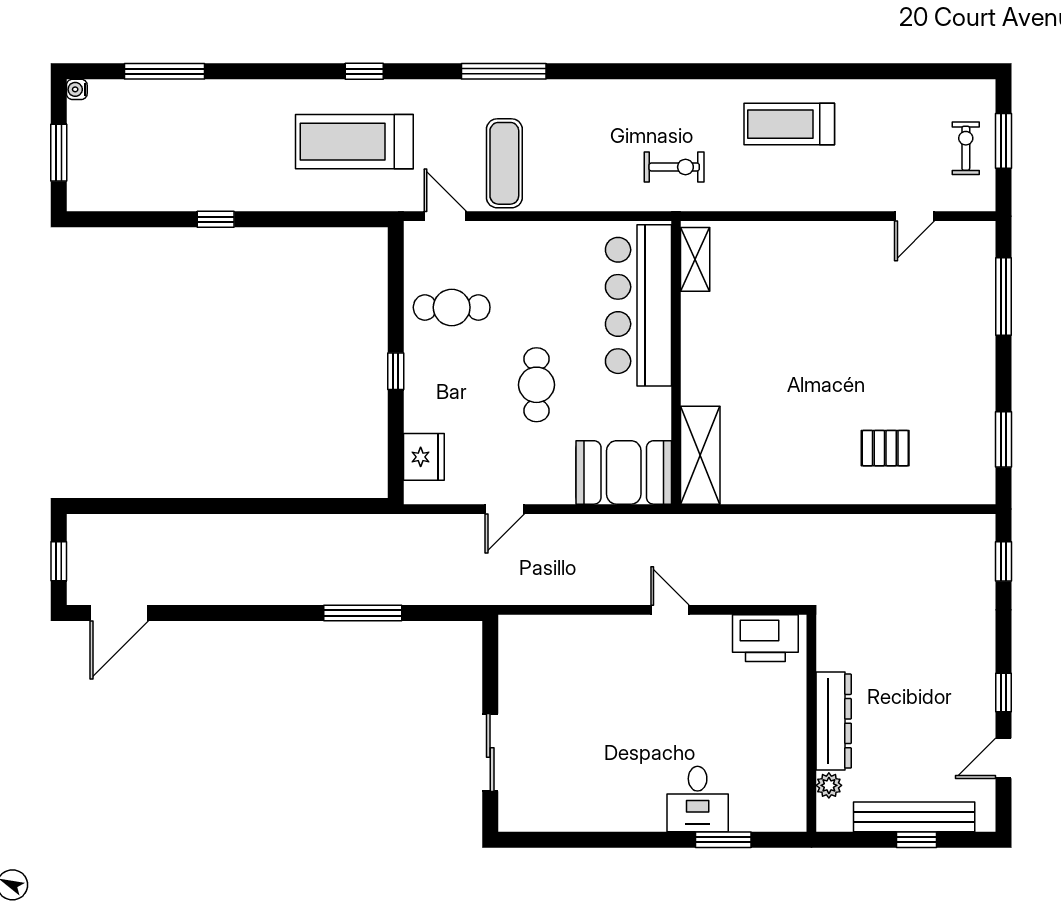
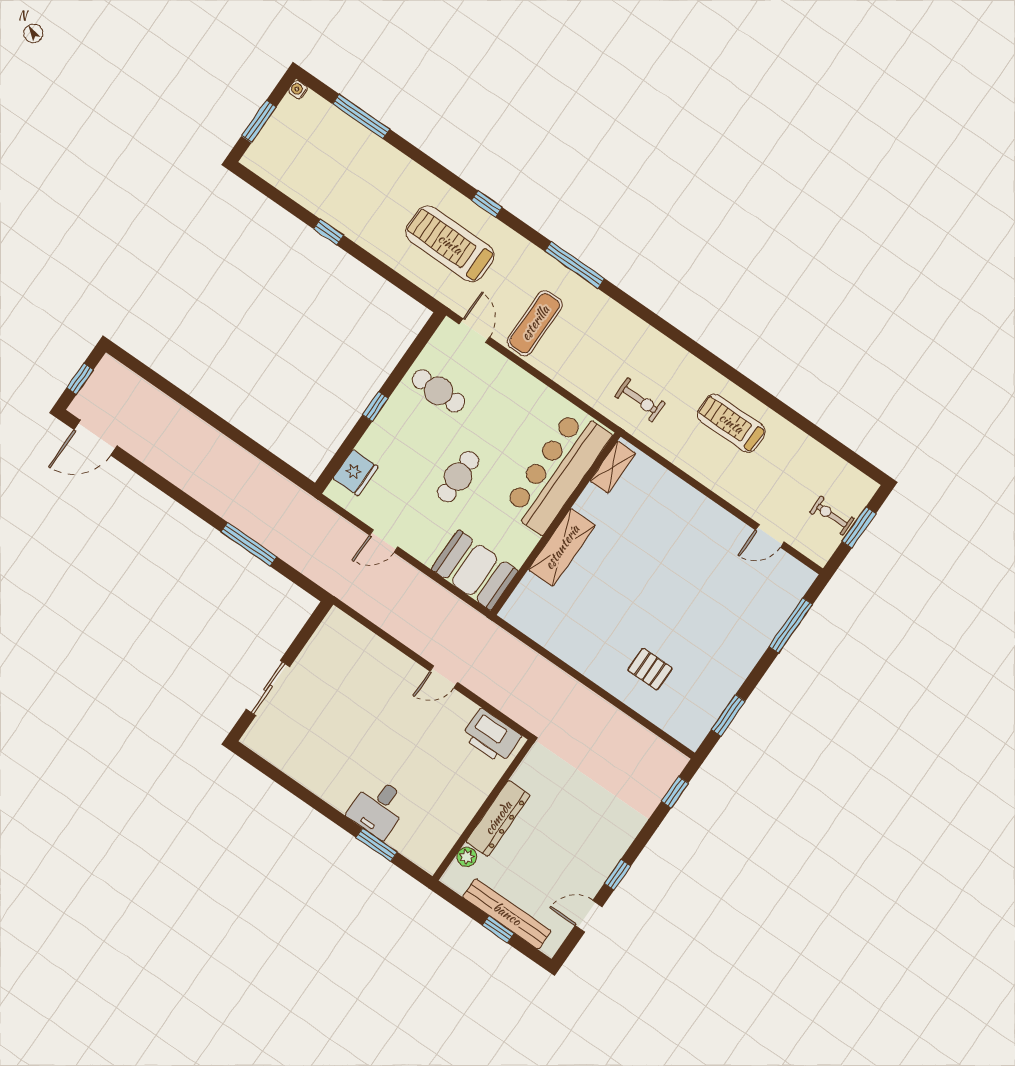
exercise bike: (966, 148) -> (832, 516), turned -90
shelving: (700, 455) -> (562, 547), moved
door: (670, 610) -> (444, 677), swing flipped

